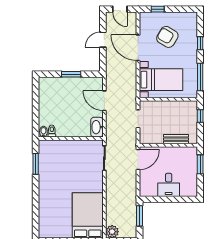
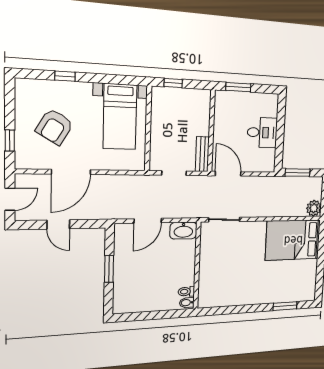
window: (200, 77) -> (117, 79), removed
bed with nightstands: (161, 80) -> (120, 117), moved, turned 180
bench: (176, 139) -> (202, 154), moved
window: (36, 164) -> (285, 306), moved

